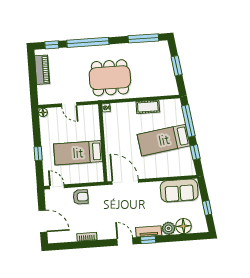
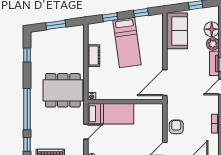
window: (143, 38) -> (27, 55), width x0.46
dining table: (110, 78) -> (63, 90), turned 90
window: (188, 121) -> (110, 17), width x0.46
bed: (78, 153) -> (111, 114), moved, turned -90

